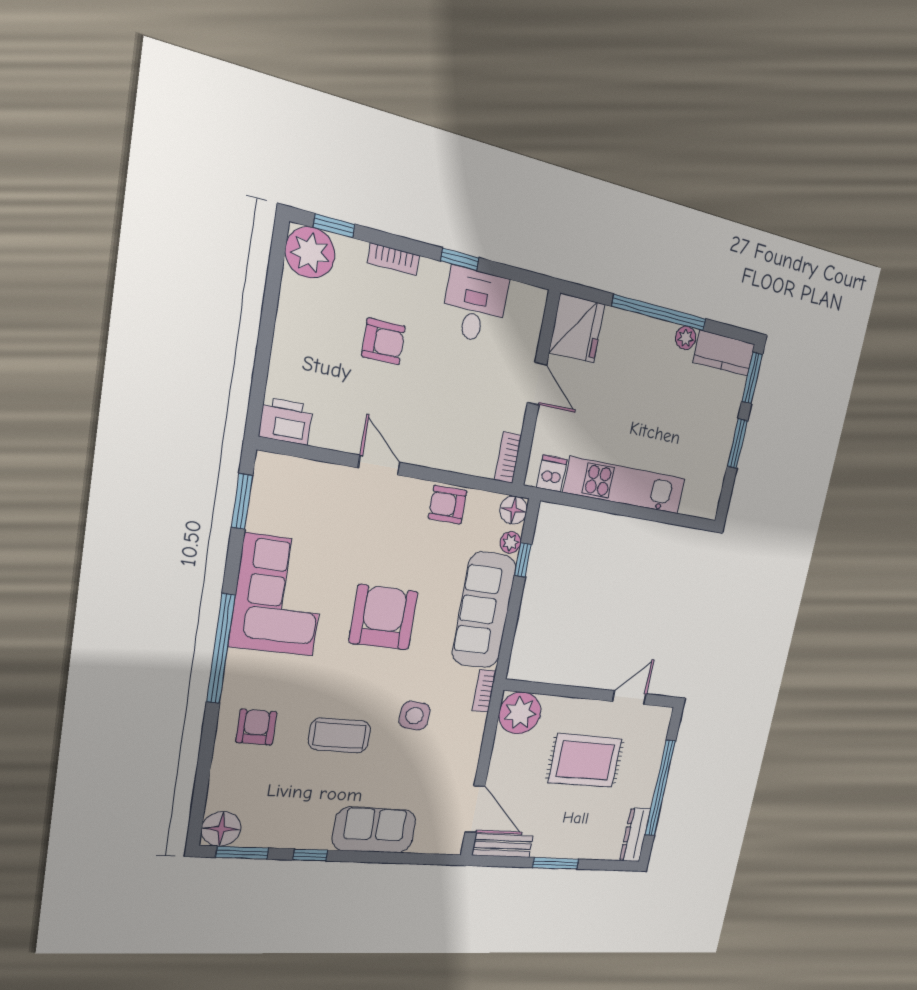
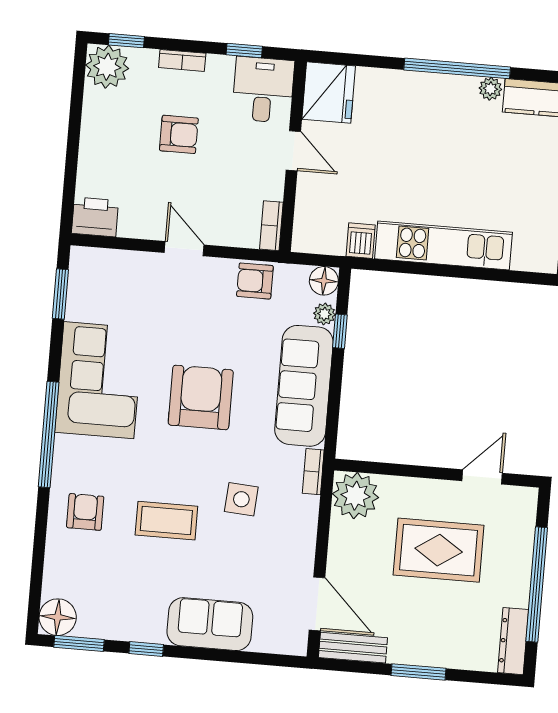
fridge: (577, 328) -> (329, 93), moved
door: (537, 384) -> (293, 151), moved
wall: (536, 389) -> (293, 156), moved
bookcase: (508, 458) -> (271, 226), moved

